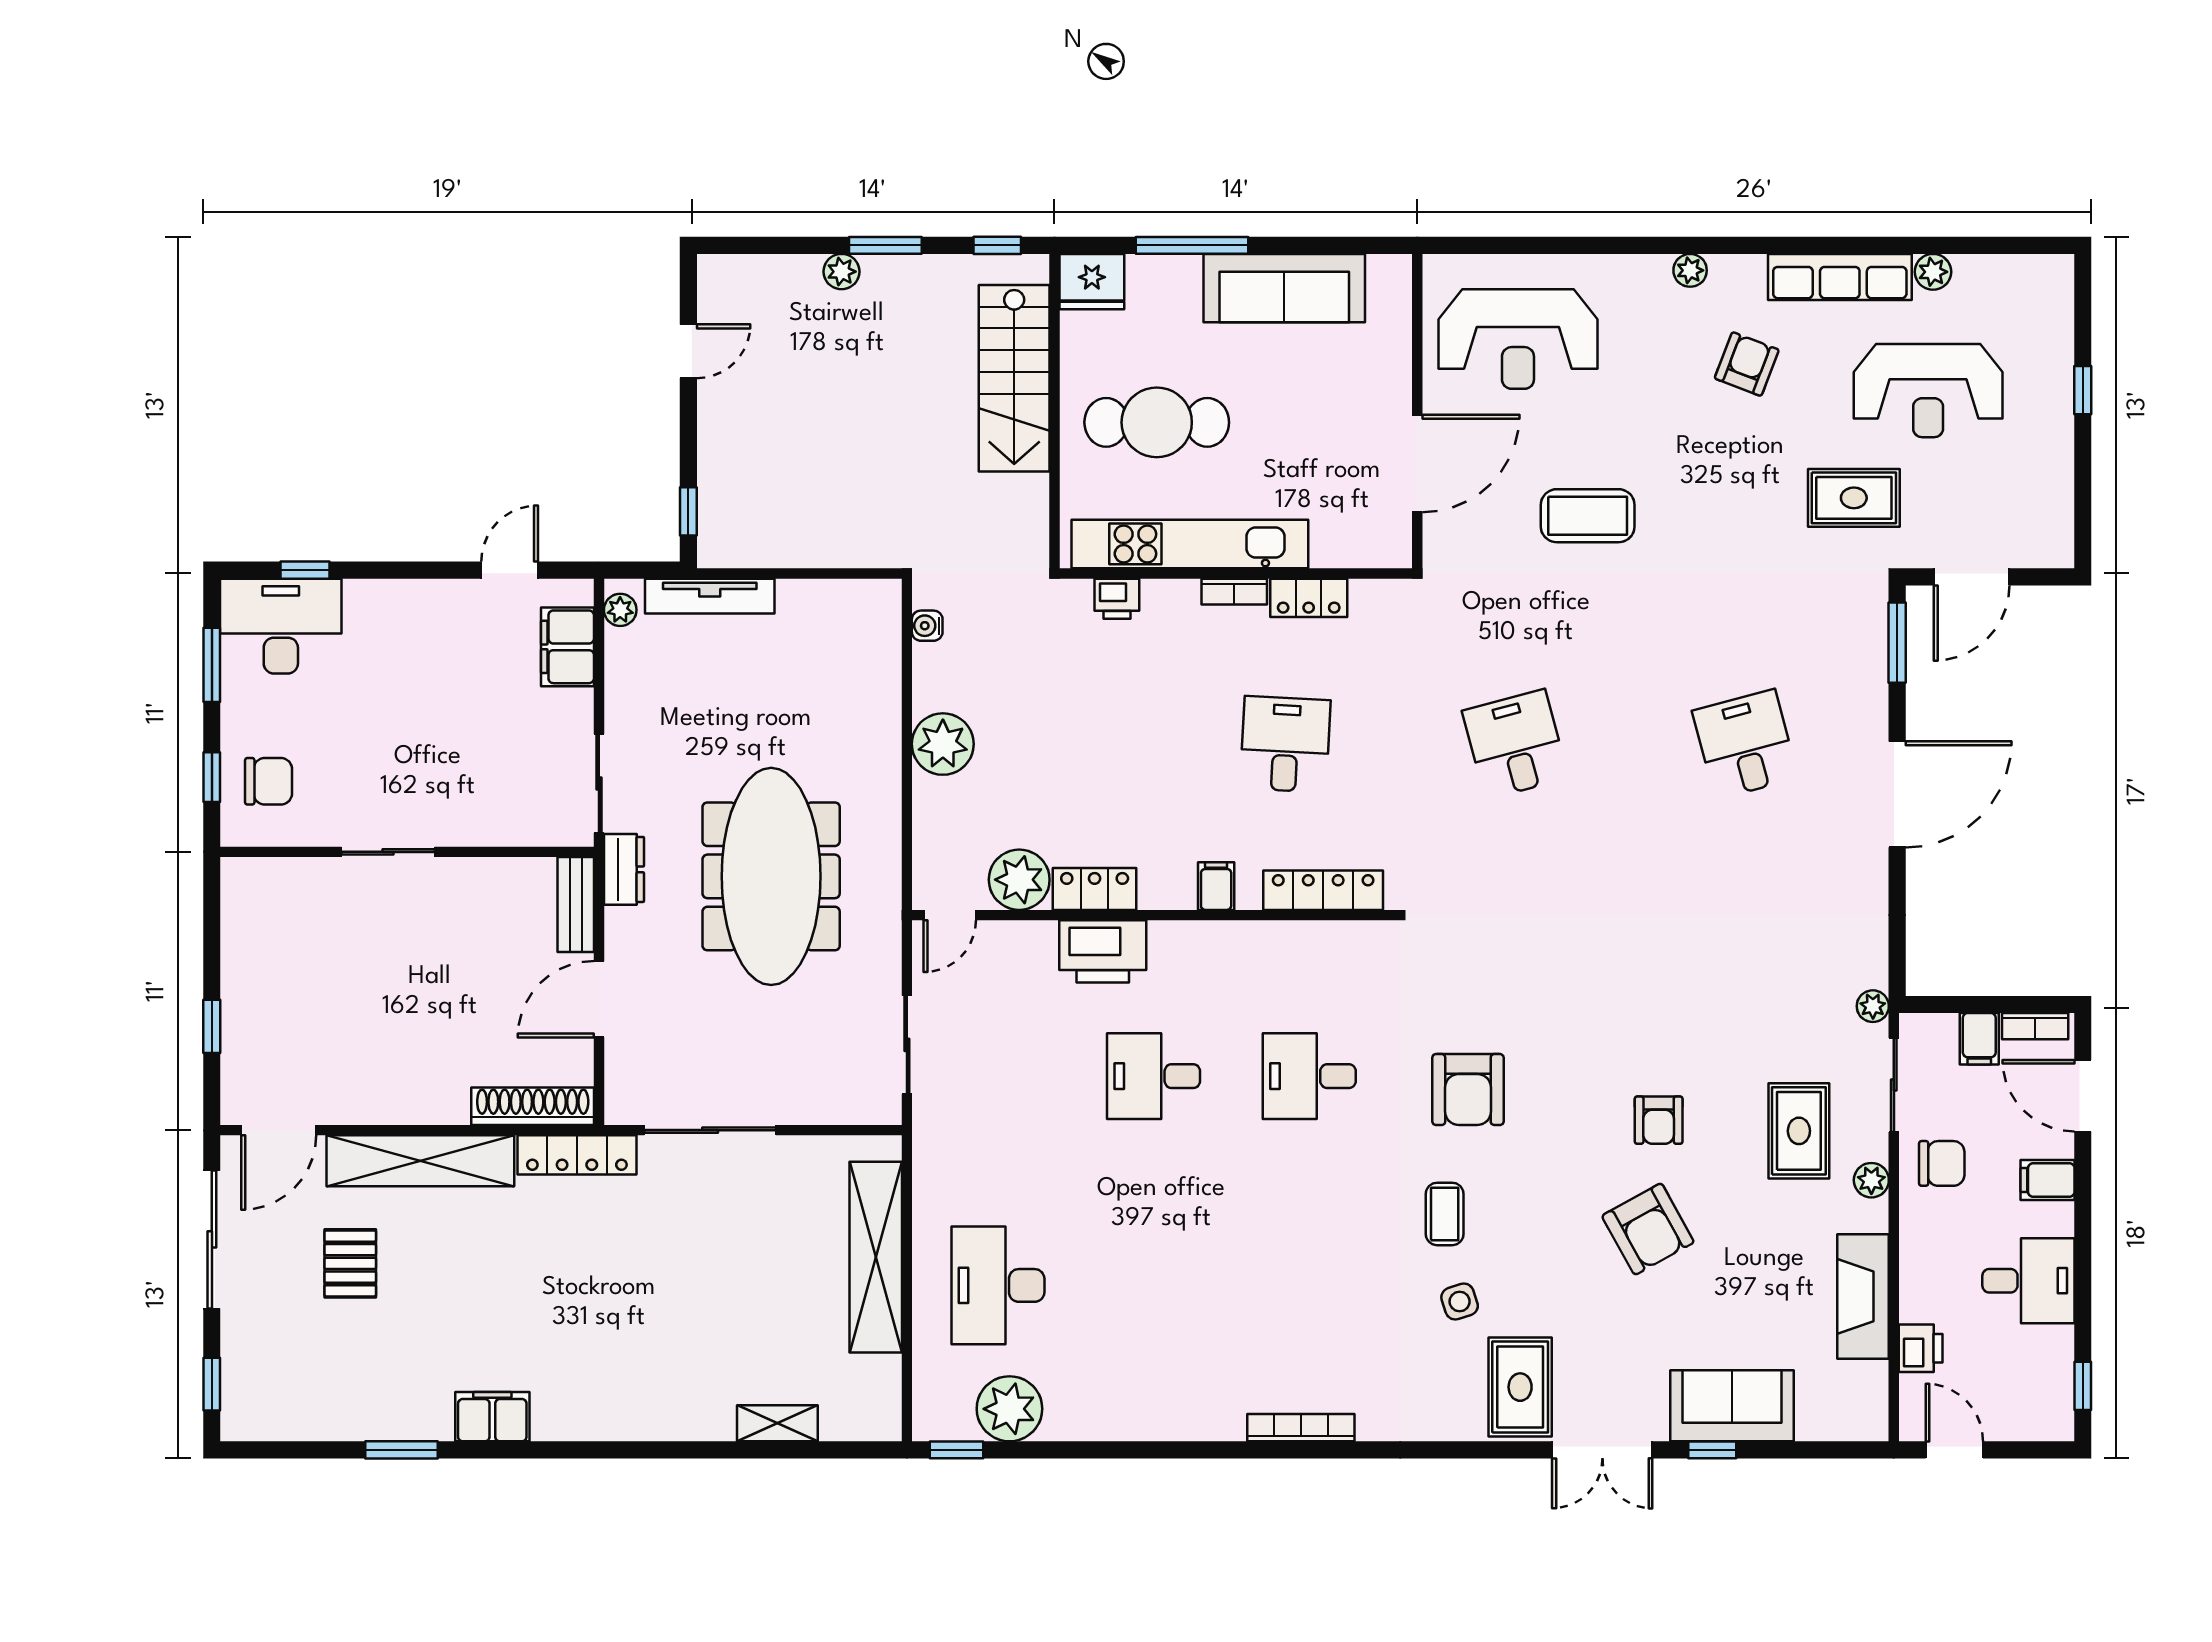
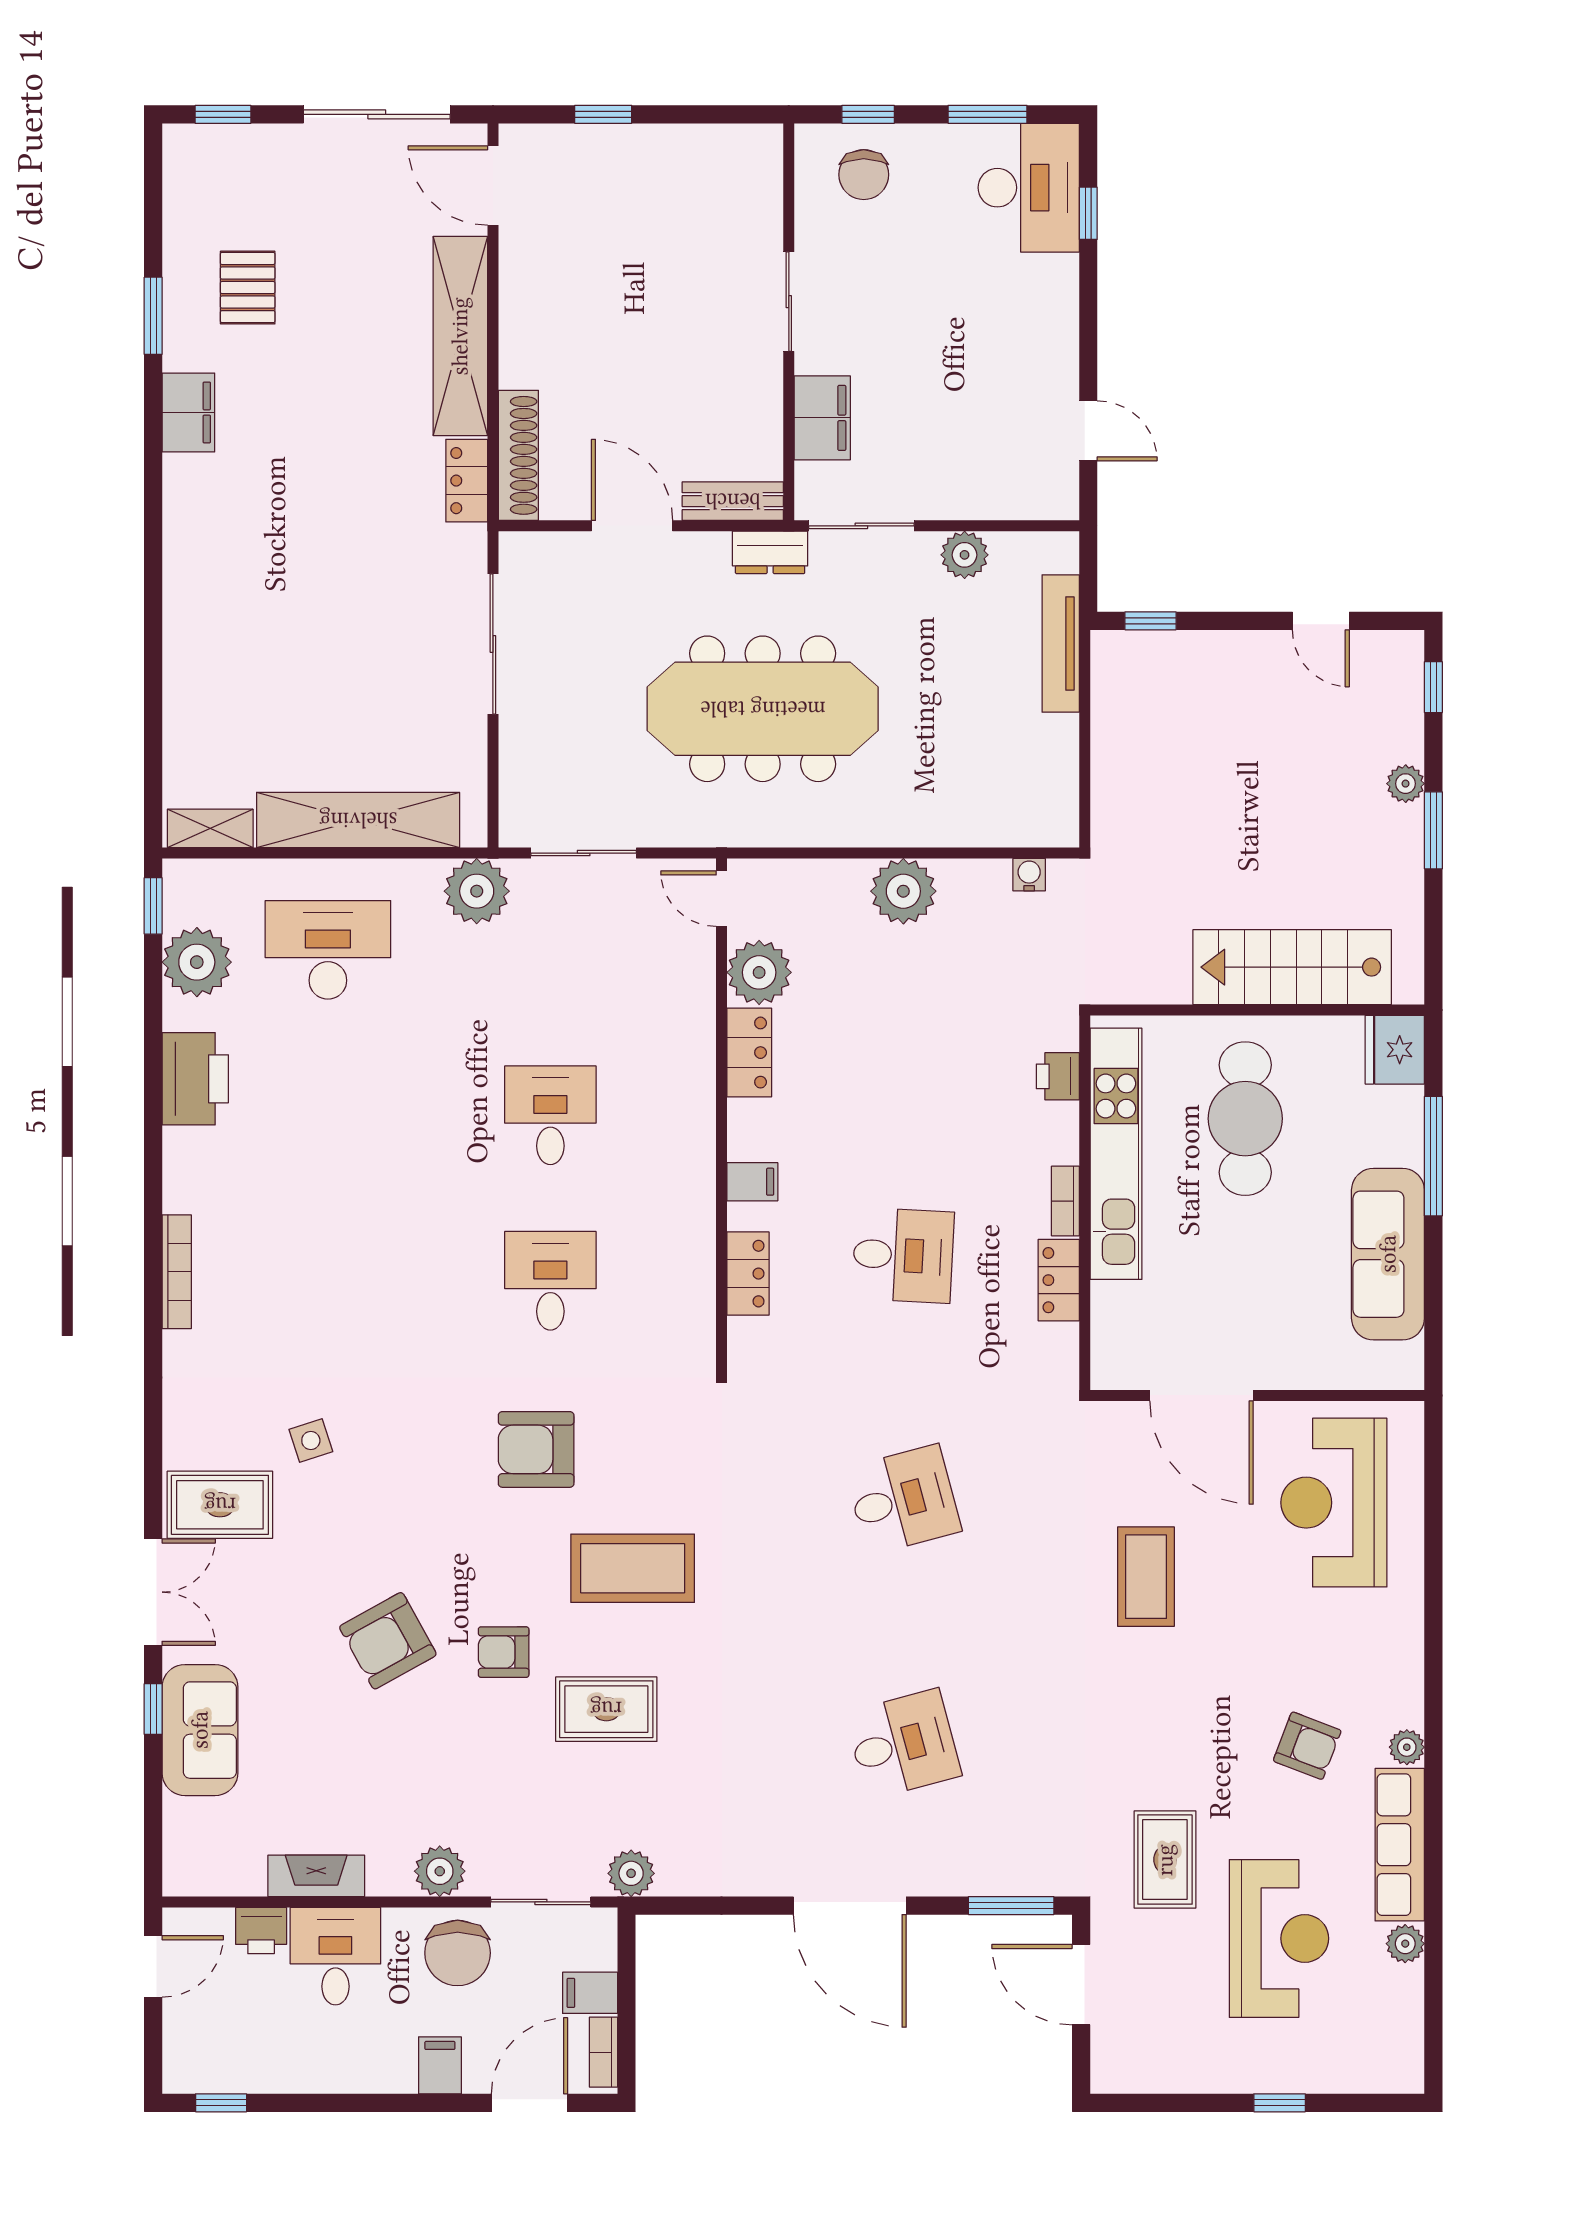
window: (997, 245) -> (1433, 687), moved
plant: (1690, 270) -> (1407, 1747), moved
reception desk: (1928, 391) -> (1279, 1938), turned 180
plant: (620, 610) -> (965, 555), moved, width x1.38, depth x1.38
filing cabinet: (568, 647) -> (822, 418), moved, turned 90
locker: (1323, 890) -> (748, 1274), width x0.66
printer: (1103, 951) -> (195, 1079), moved, turned 180
plant: (1873, 1006) -> (631, 1873), width x1.38, depth x1.38
rug: (1799, 1131) -> (606, 1709), moved
plant: (943, 1145) -> (477, 891), added
locker: (577, 1155) -> (467, 481), width x0.66
chair: (1942, 1163) -> (458, 1953), width x1.37, depth x1.37
plant: (1871, 1180) -> (440, 1871), width x1.38, depth x1.38
coffee table: (1445, 1214) -> (633, 1568), moved, width x1.86, depth x1.72
pallet: (350, 1263) -> (248, 288), moved, turned 90
desk: (2028, 1281) -> (335, 1956), moved, turned 180
fireplace: (1863, 1296) -> (316, 1876), width x0.73, depth x0.76
shelving: (777, 1423) -> (210, 828), moved, turned 90
double door: (1602, 1450) -> (153, 1592), swing flipped

